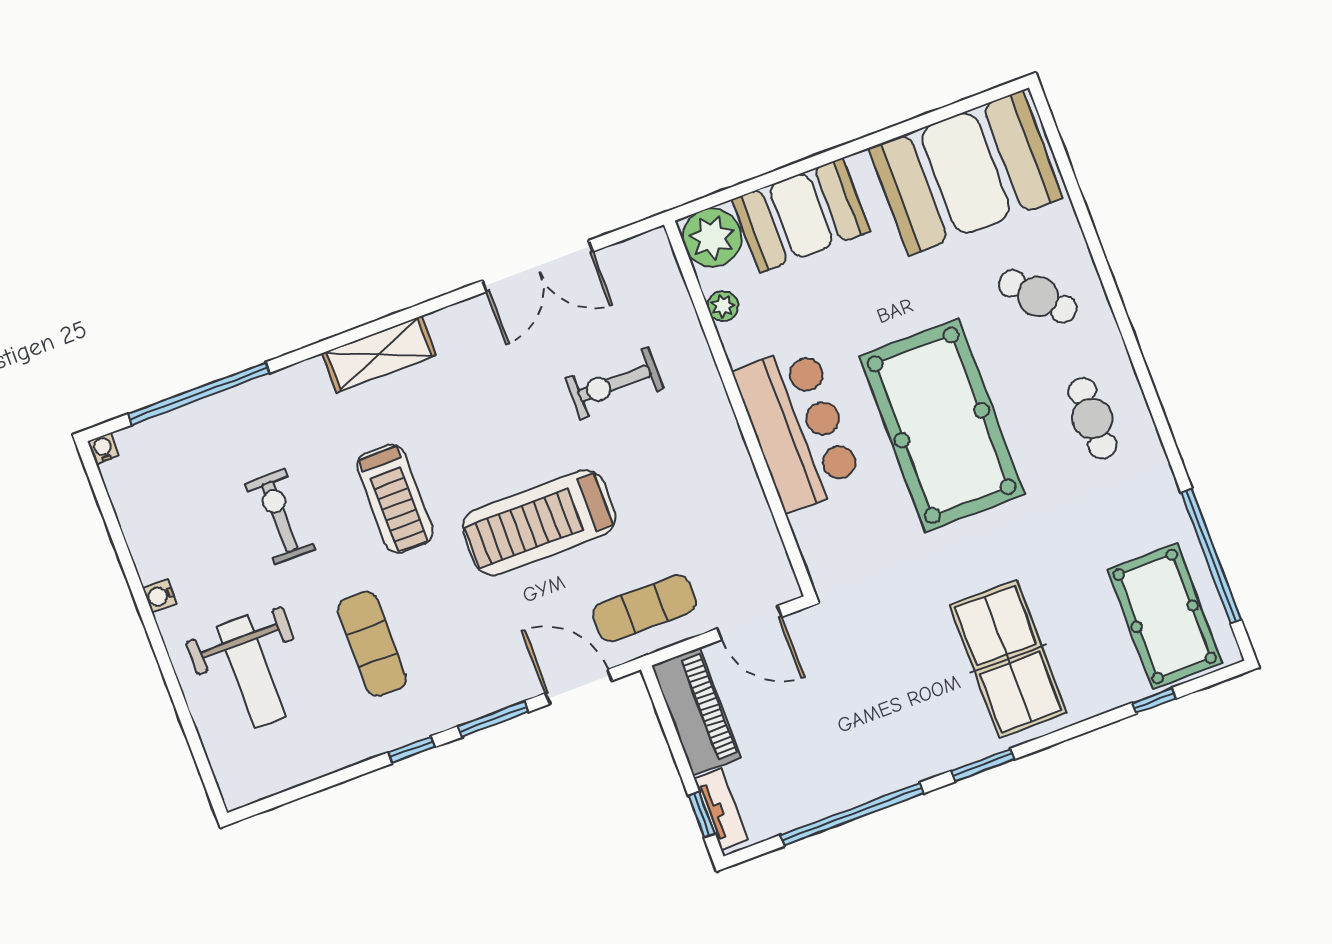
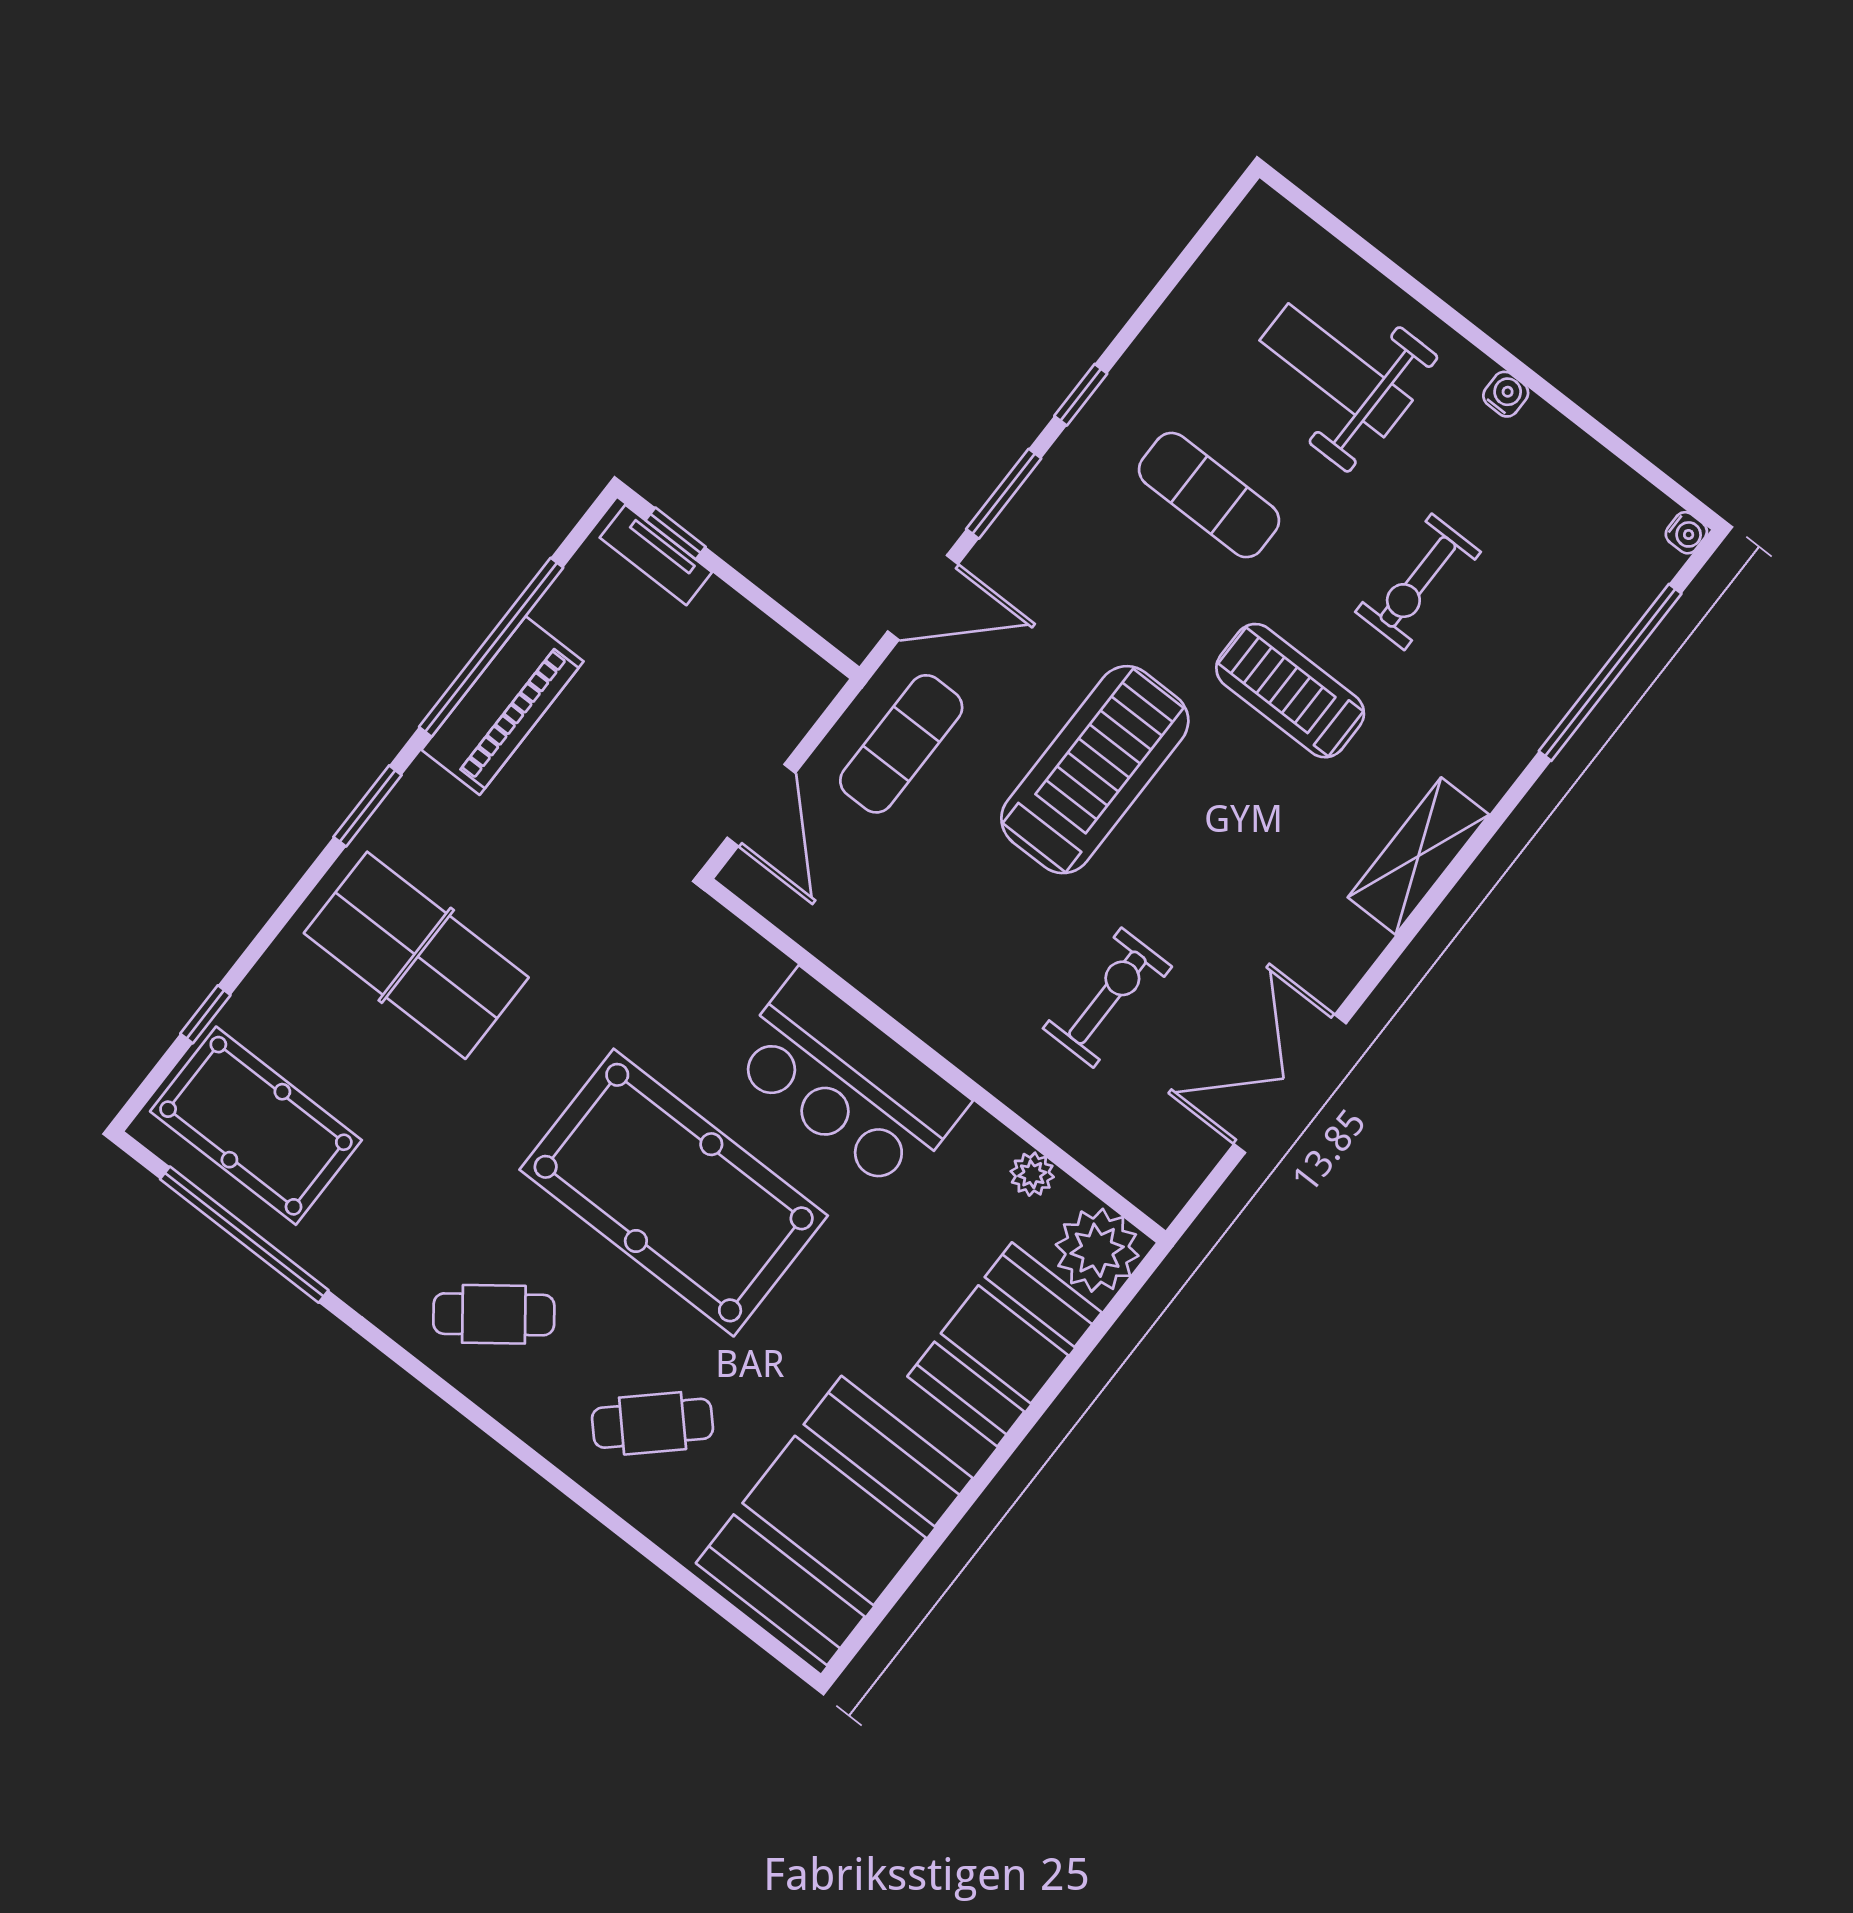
cafe table: (1092, 418) -> (494, 1314), turned -37
exercise bike: (280, 517) -> (1418, 582), turned 90
door: (749, 623) -> (761, 805), swing flipped
piano: (696, 712) -> (503, 706), moved, turned -90

